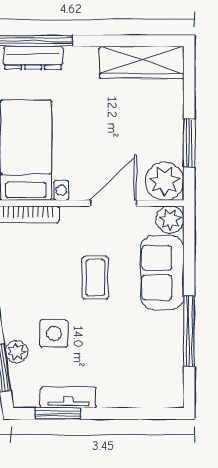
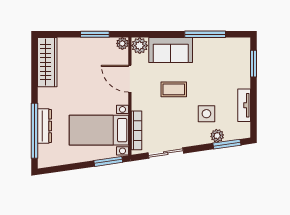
plant: (165, 181) -> (122, 43), width x0.53, depth x0.53
window: (58, 413) -> (253, 64), moved

